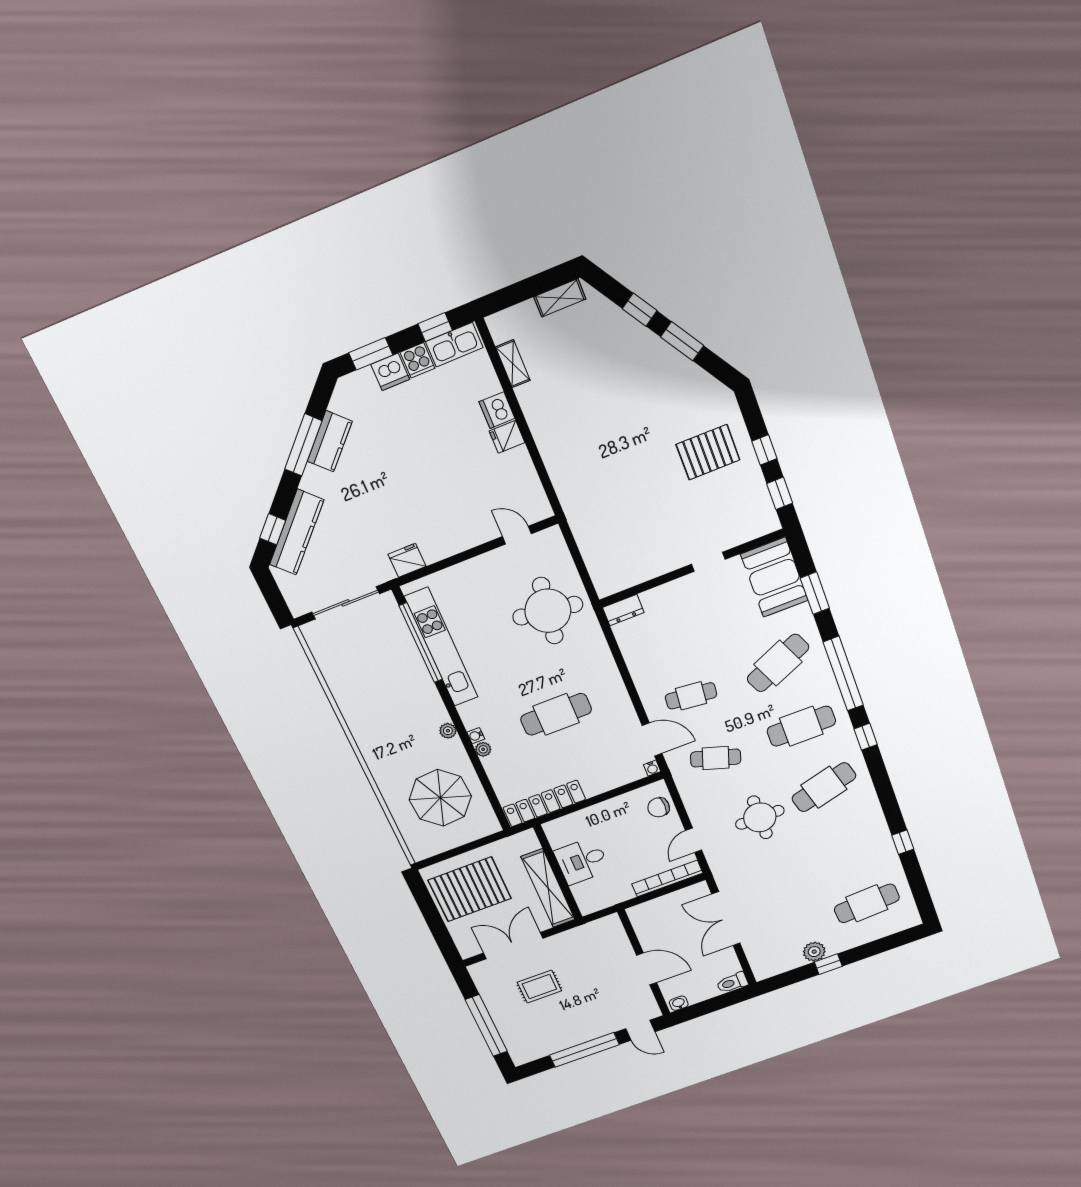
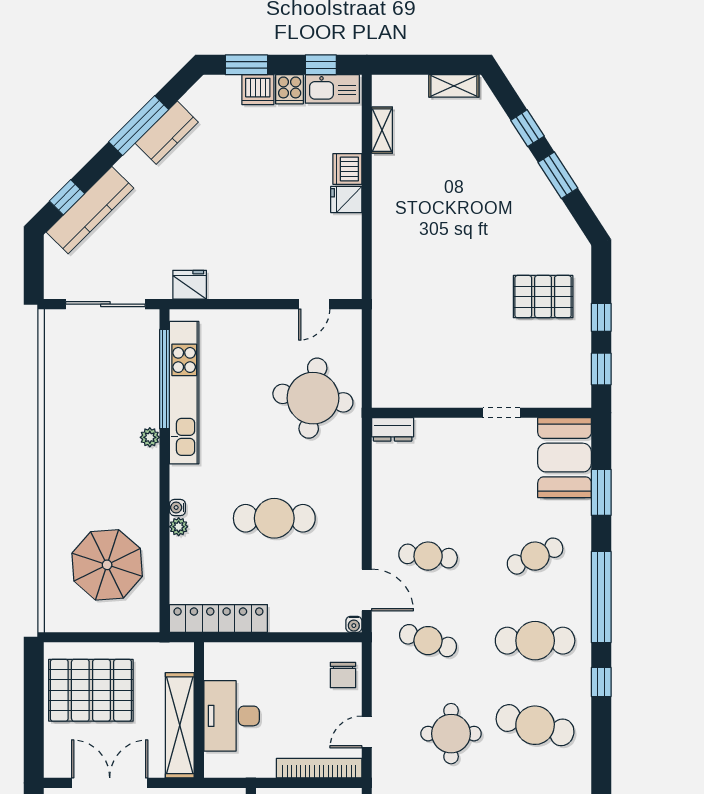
door: (517, 535) -> (314, 304), swing flipped
cafe table: (778, 663) -> (535, 556), width x0.73, depth x0.74
plant: (448, 731) -> (150, 437), moved
cafe table: (824, 787) -> (535, 725), turned 30
chair: (659, 807) -> (343, 675), turned -90
desk: (582, 861) -> (232, 716), width x1.37

